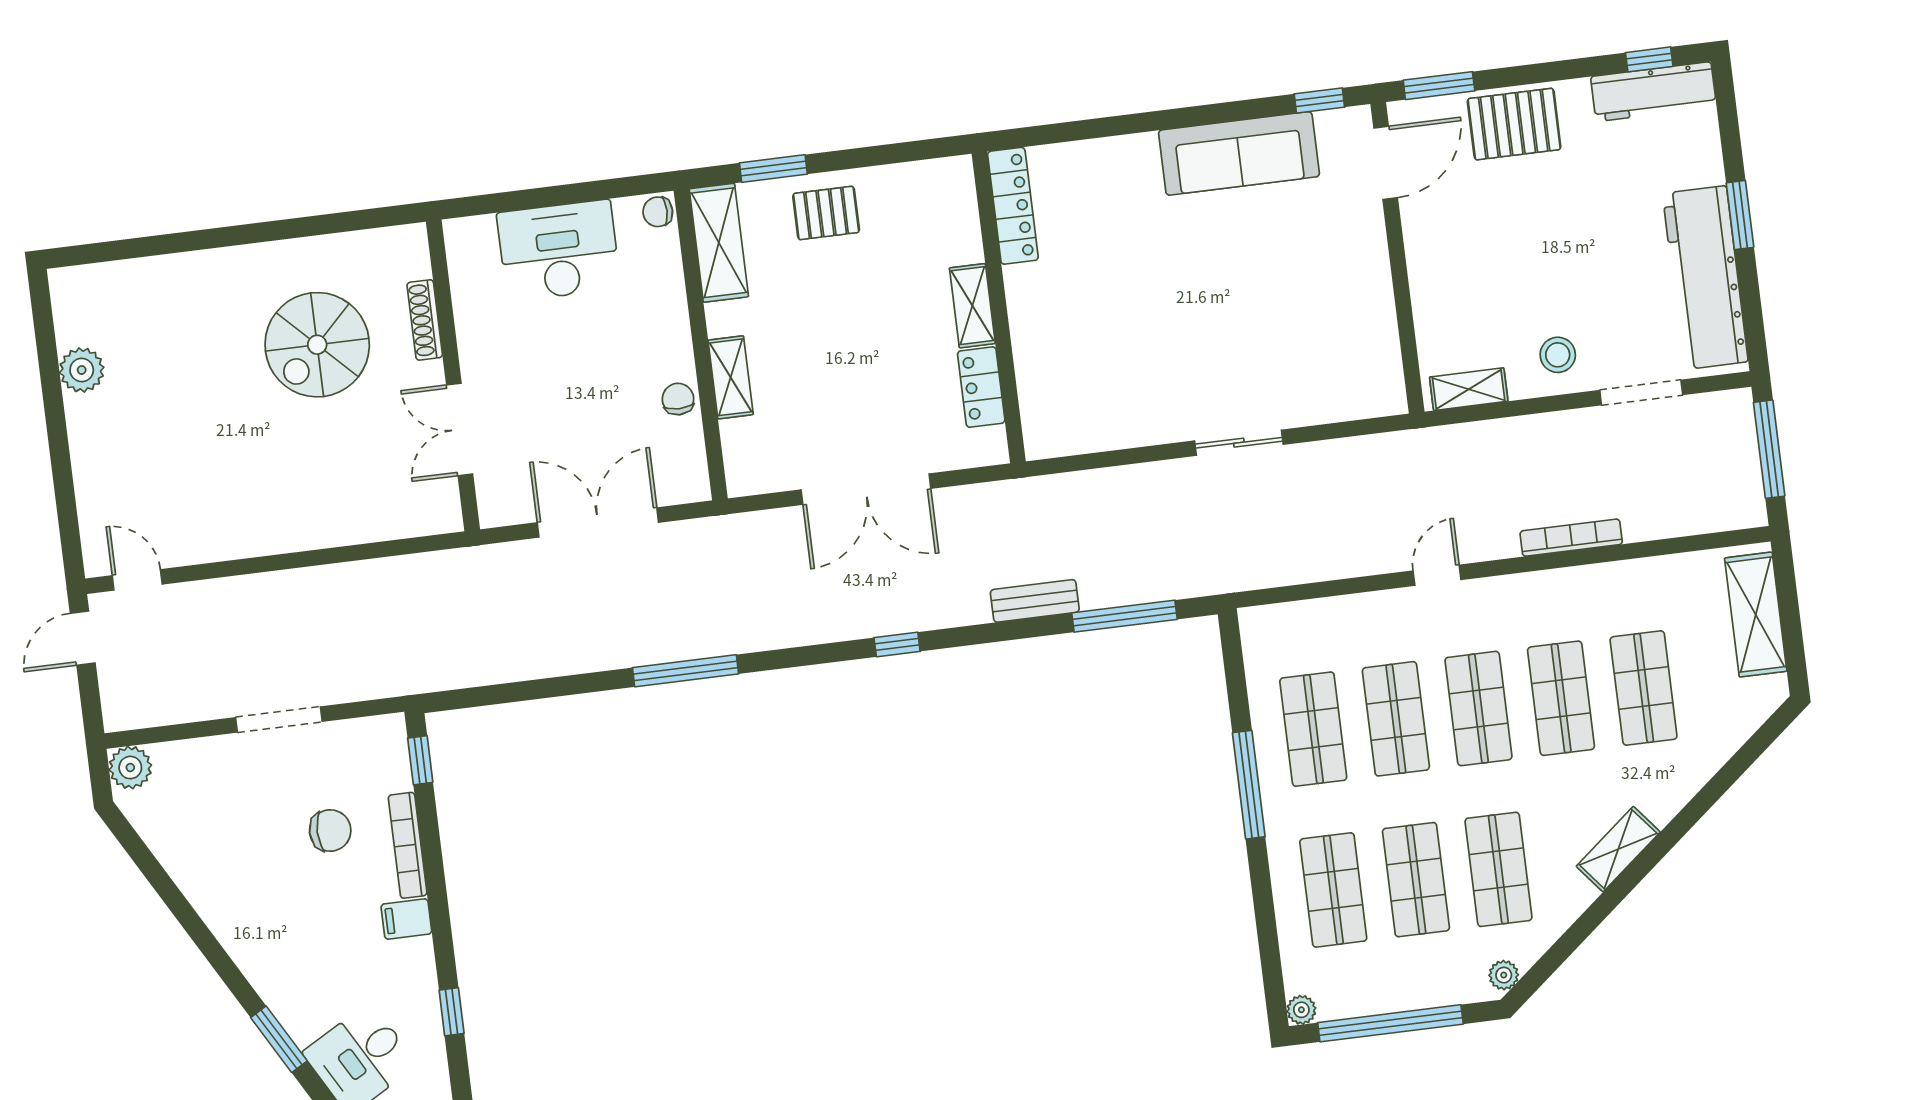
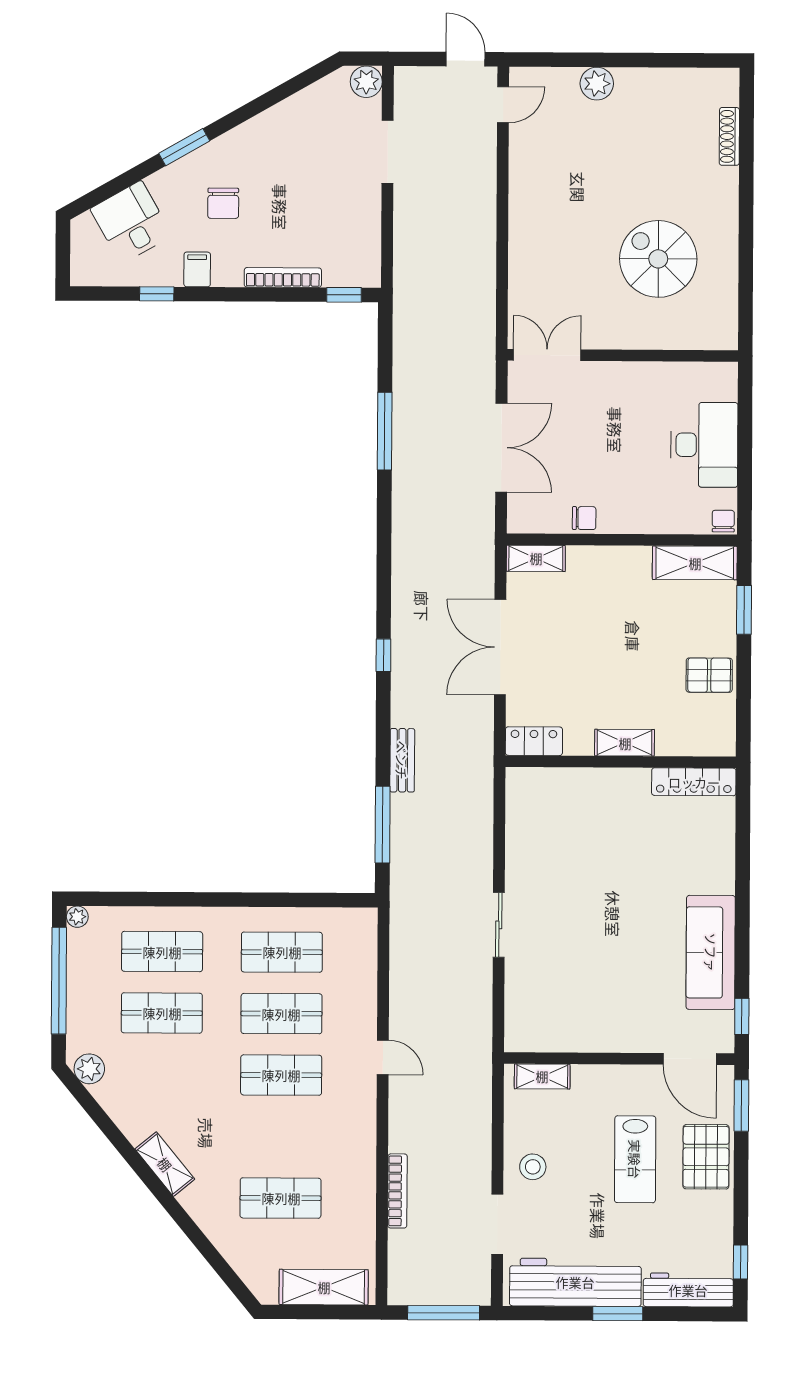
workbench: (1654, 92) -> (688, 1290), moved, turned 90
pallet: (826, 213) -> (709, 675), moved, turned 90
lab bench: (1530, 219) -> (635, 1159), added
shoe rack: (425, 320) -> (729, 136), moved, turned -90
plant: (82, 370) -> (597, 84), moved
shelving: (731, 377) -> (536, 558), moved
locker: (981, 387) -> (534, 741), moved
shelving: (1469, 389) -> (542, 1076), moved, turned 90
double door: (460, 429) -> (547, 355), moved
bookcase: (1571, 538) -> (397, 1191), moved
window: (686, 671) -> (385, 431), moved
shop shelf: (1561, 698) -> (281, 1137), removed
doorway: (279, 719) -> (388, 152), moved
window: (1249, 785) -> (247, 900), removed
chair: (330, 830) -> (223, 203), moved
shop shelf: (1498, 869) -> (161, 1074), removed
filing cabinet: (406, 919) -> (197, 269), moved
plant: (1504, 975) -> (89, 1069), width x1.38, depth x1.38
window: (279, 1039) -> (184, 147), moved

